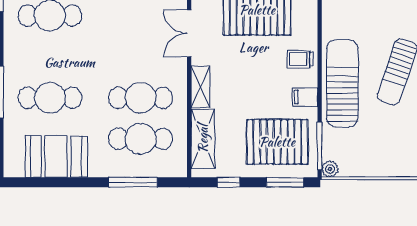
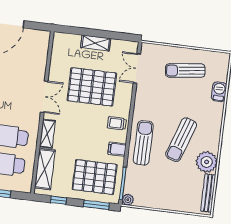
double door: (189, 33) -> (44, 97), swing flipped
sun lounger: (342, 83) -> (143, 143), width x0.73, depth x0.75

